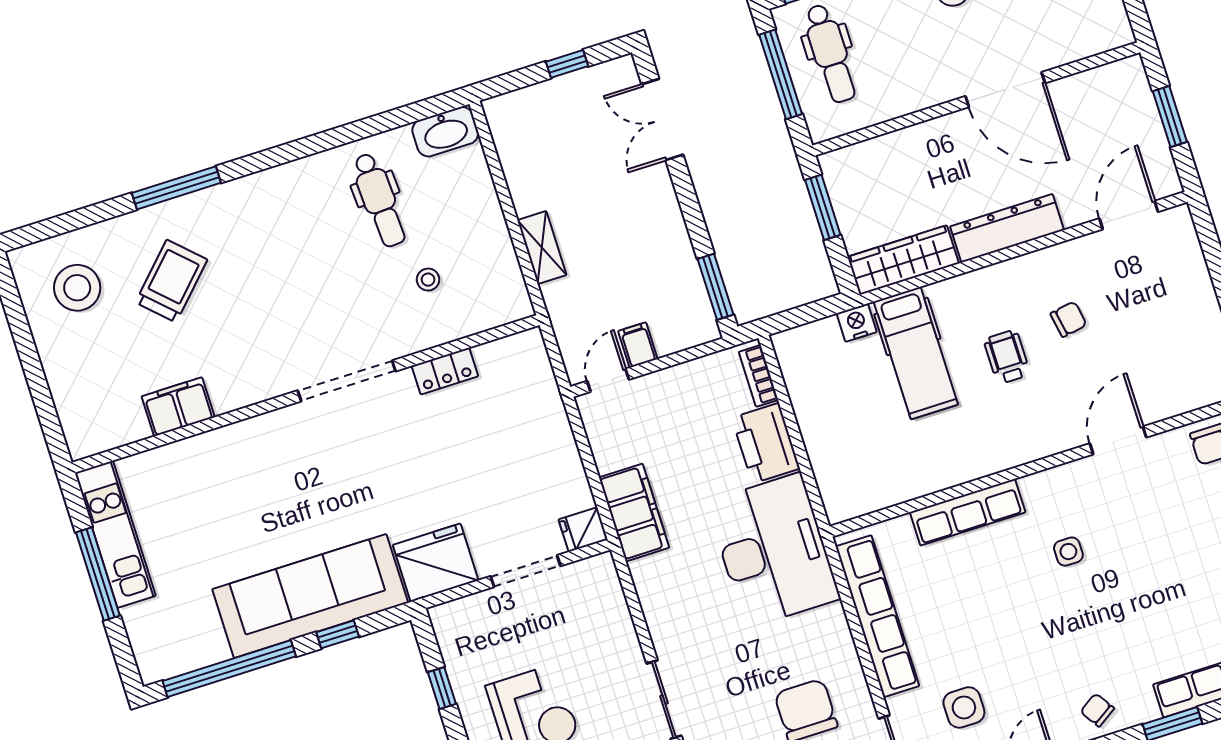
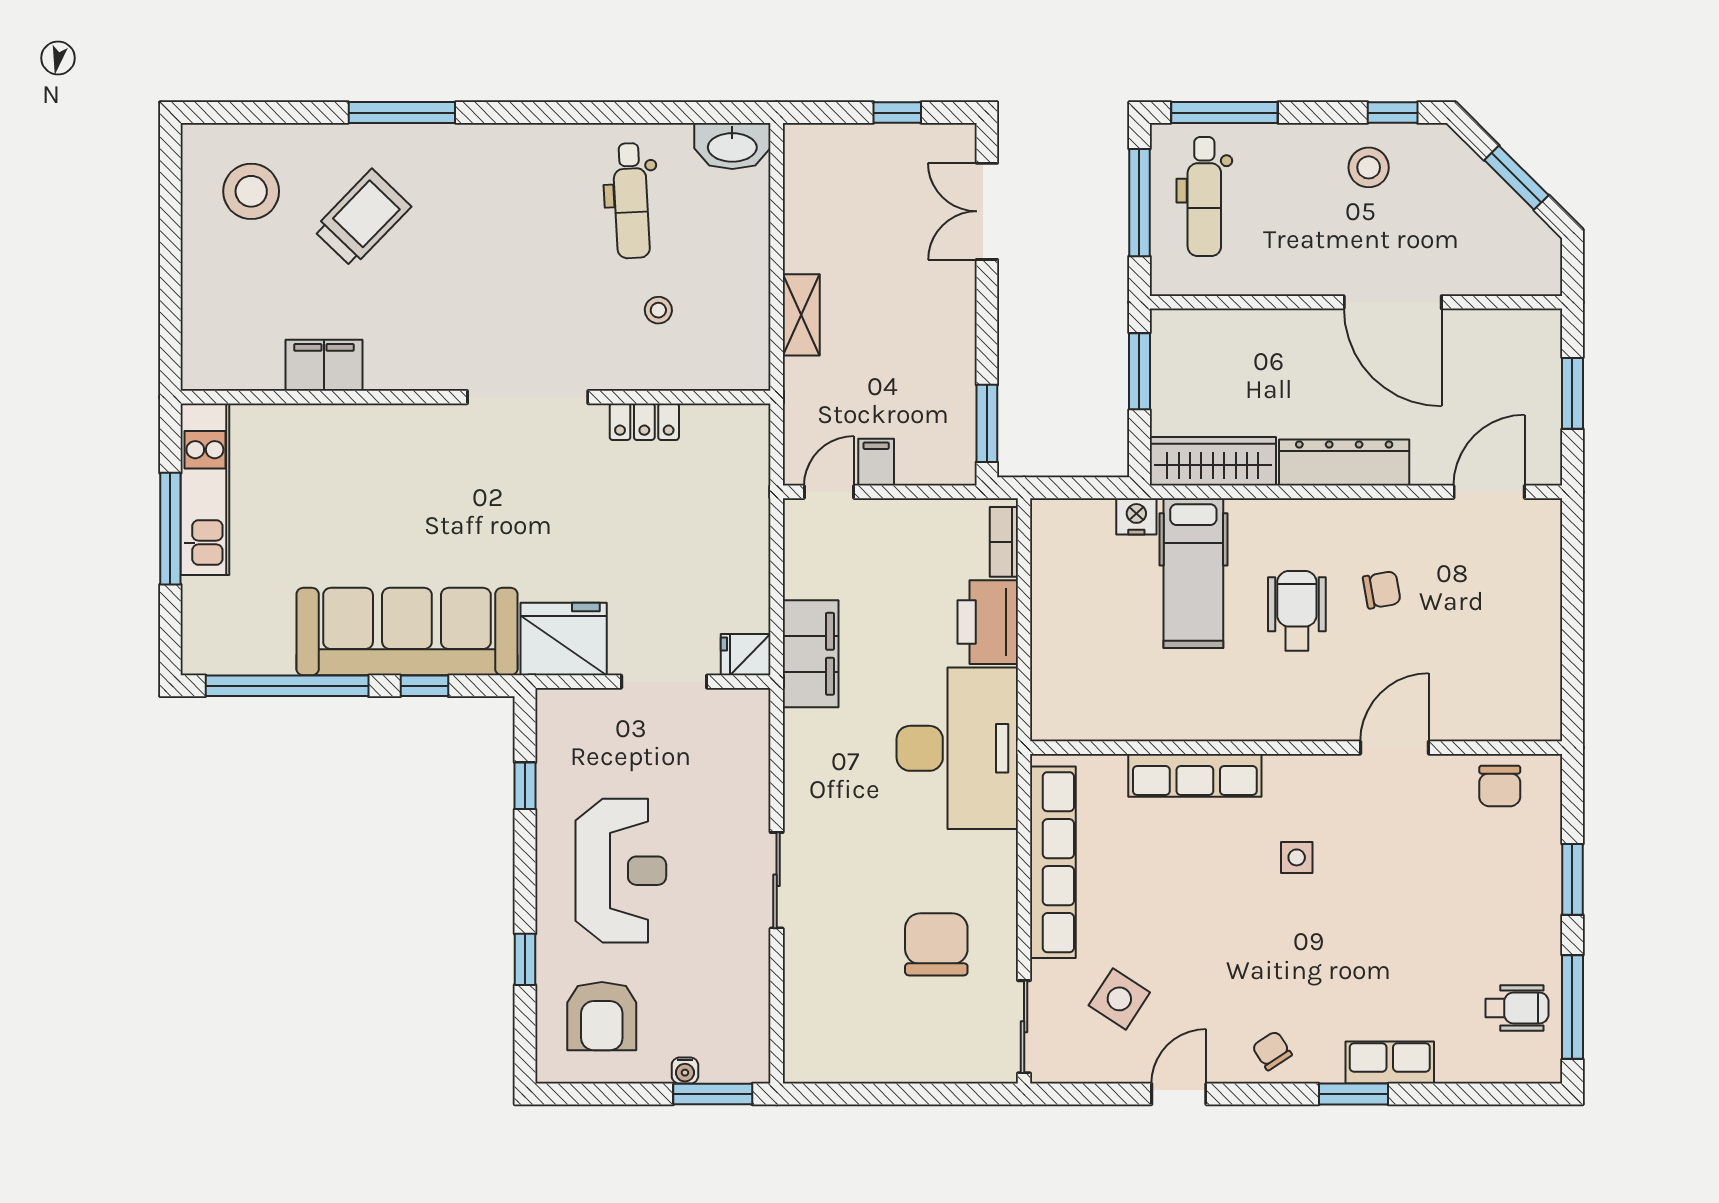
wheelchair: (1007, 357) -> (1297, 611), width x1.36, depth x1.37
side table: (964, 707) -> (1119, 999), turned 33

